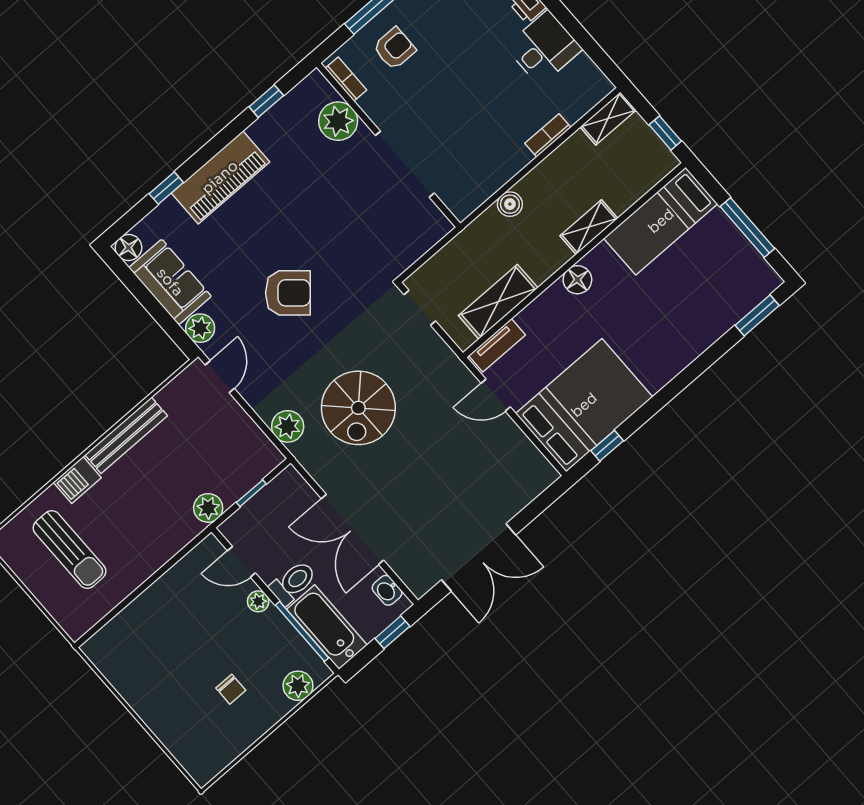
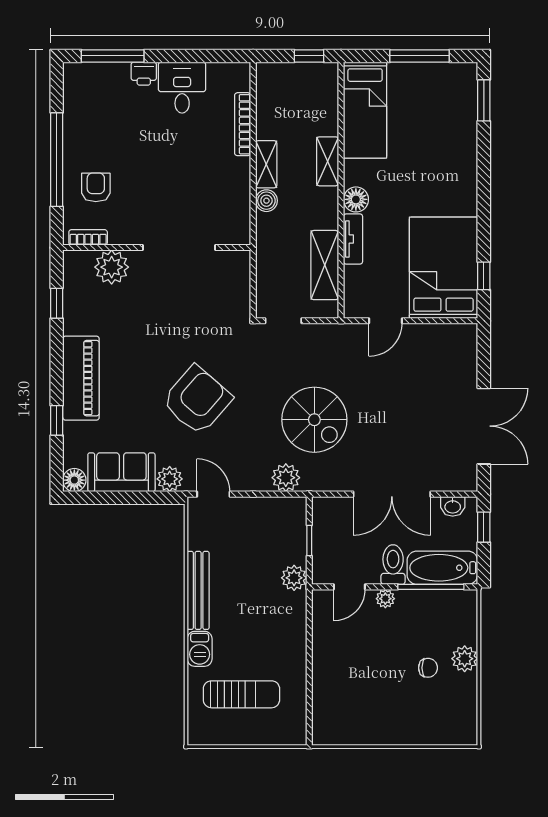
shelving: (608, 118) -> (266, 164), moved
bookcase: (548, 135) -> (243, 124), width x1.56
armchair: (288, 293) -> (197, 400), width x1.36, depth x1.36
tv unit: (497, 345) -> (353, 239), moved
plant: (298, 686) -> (465, 659), moved

